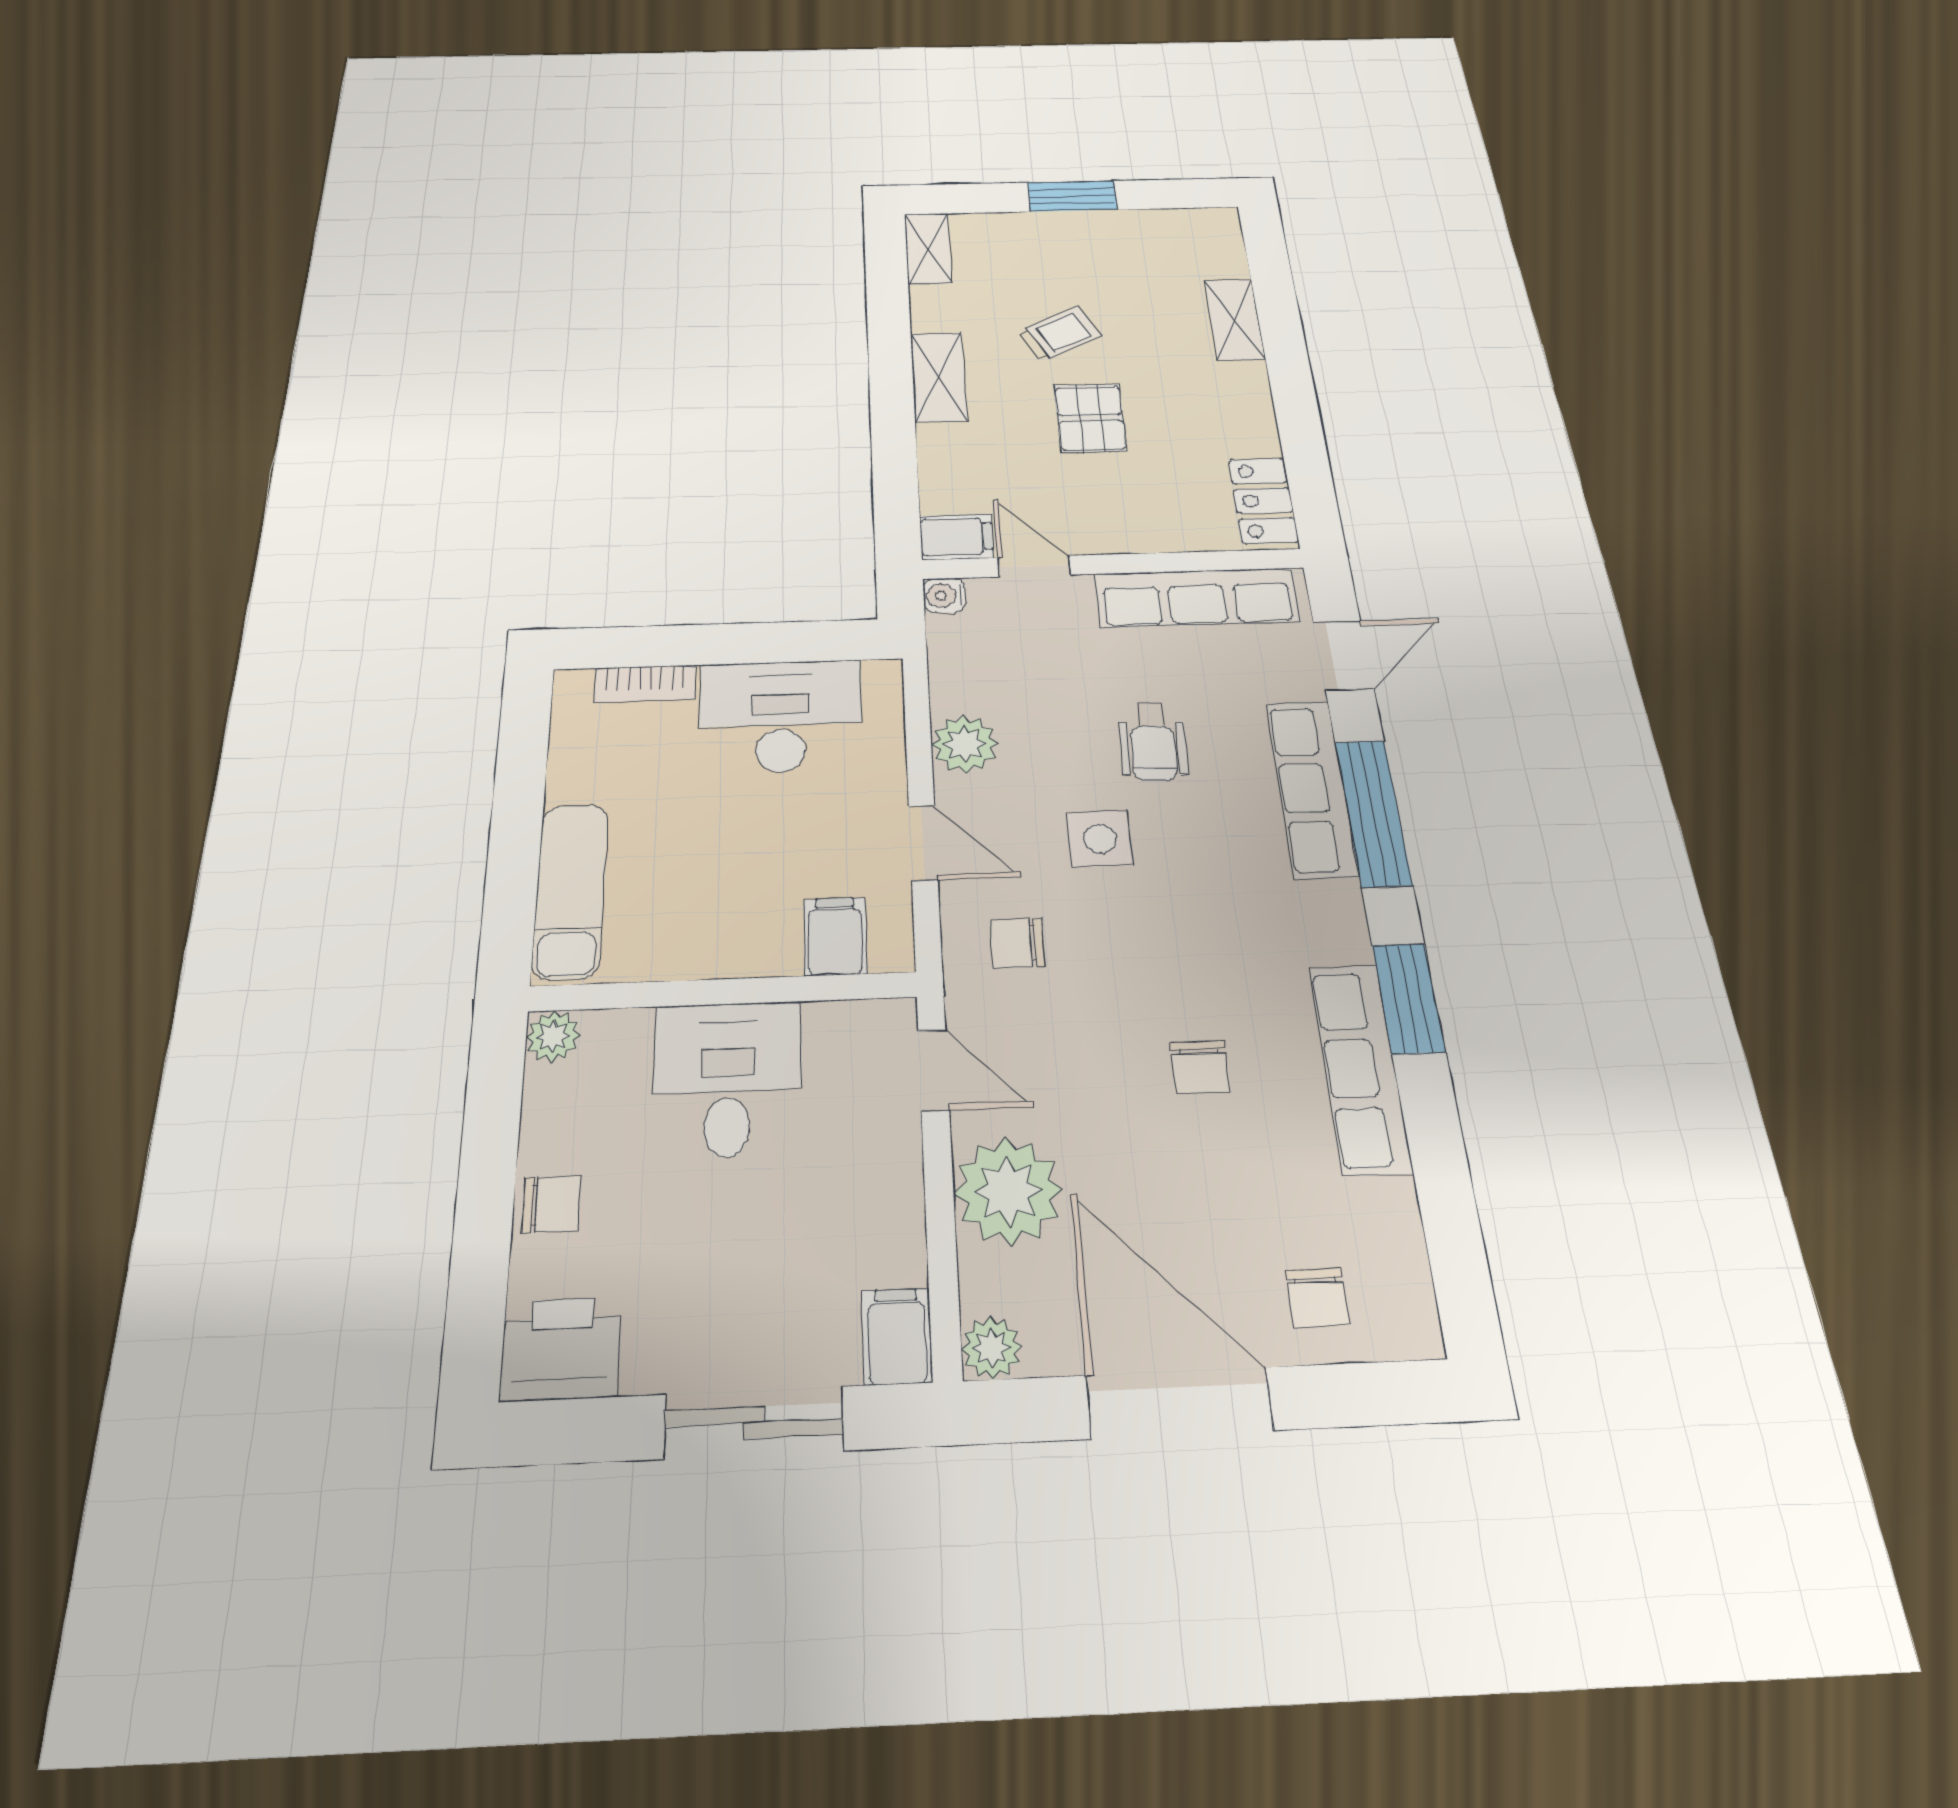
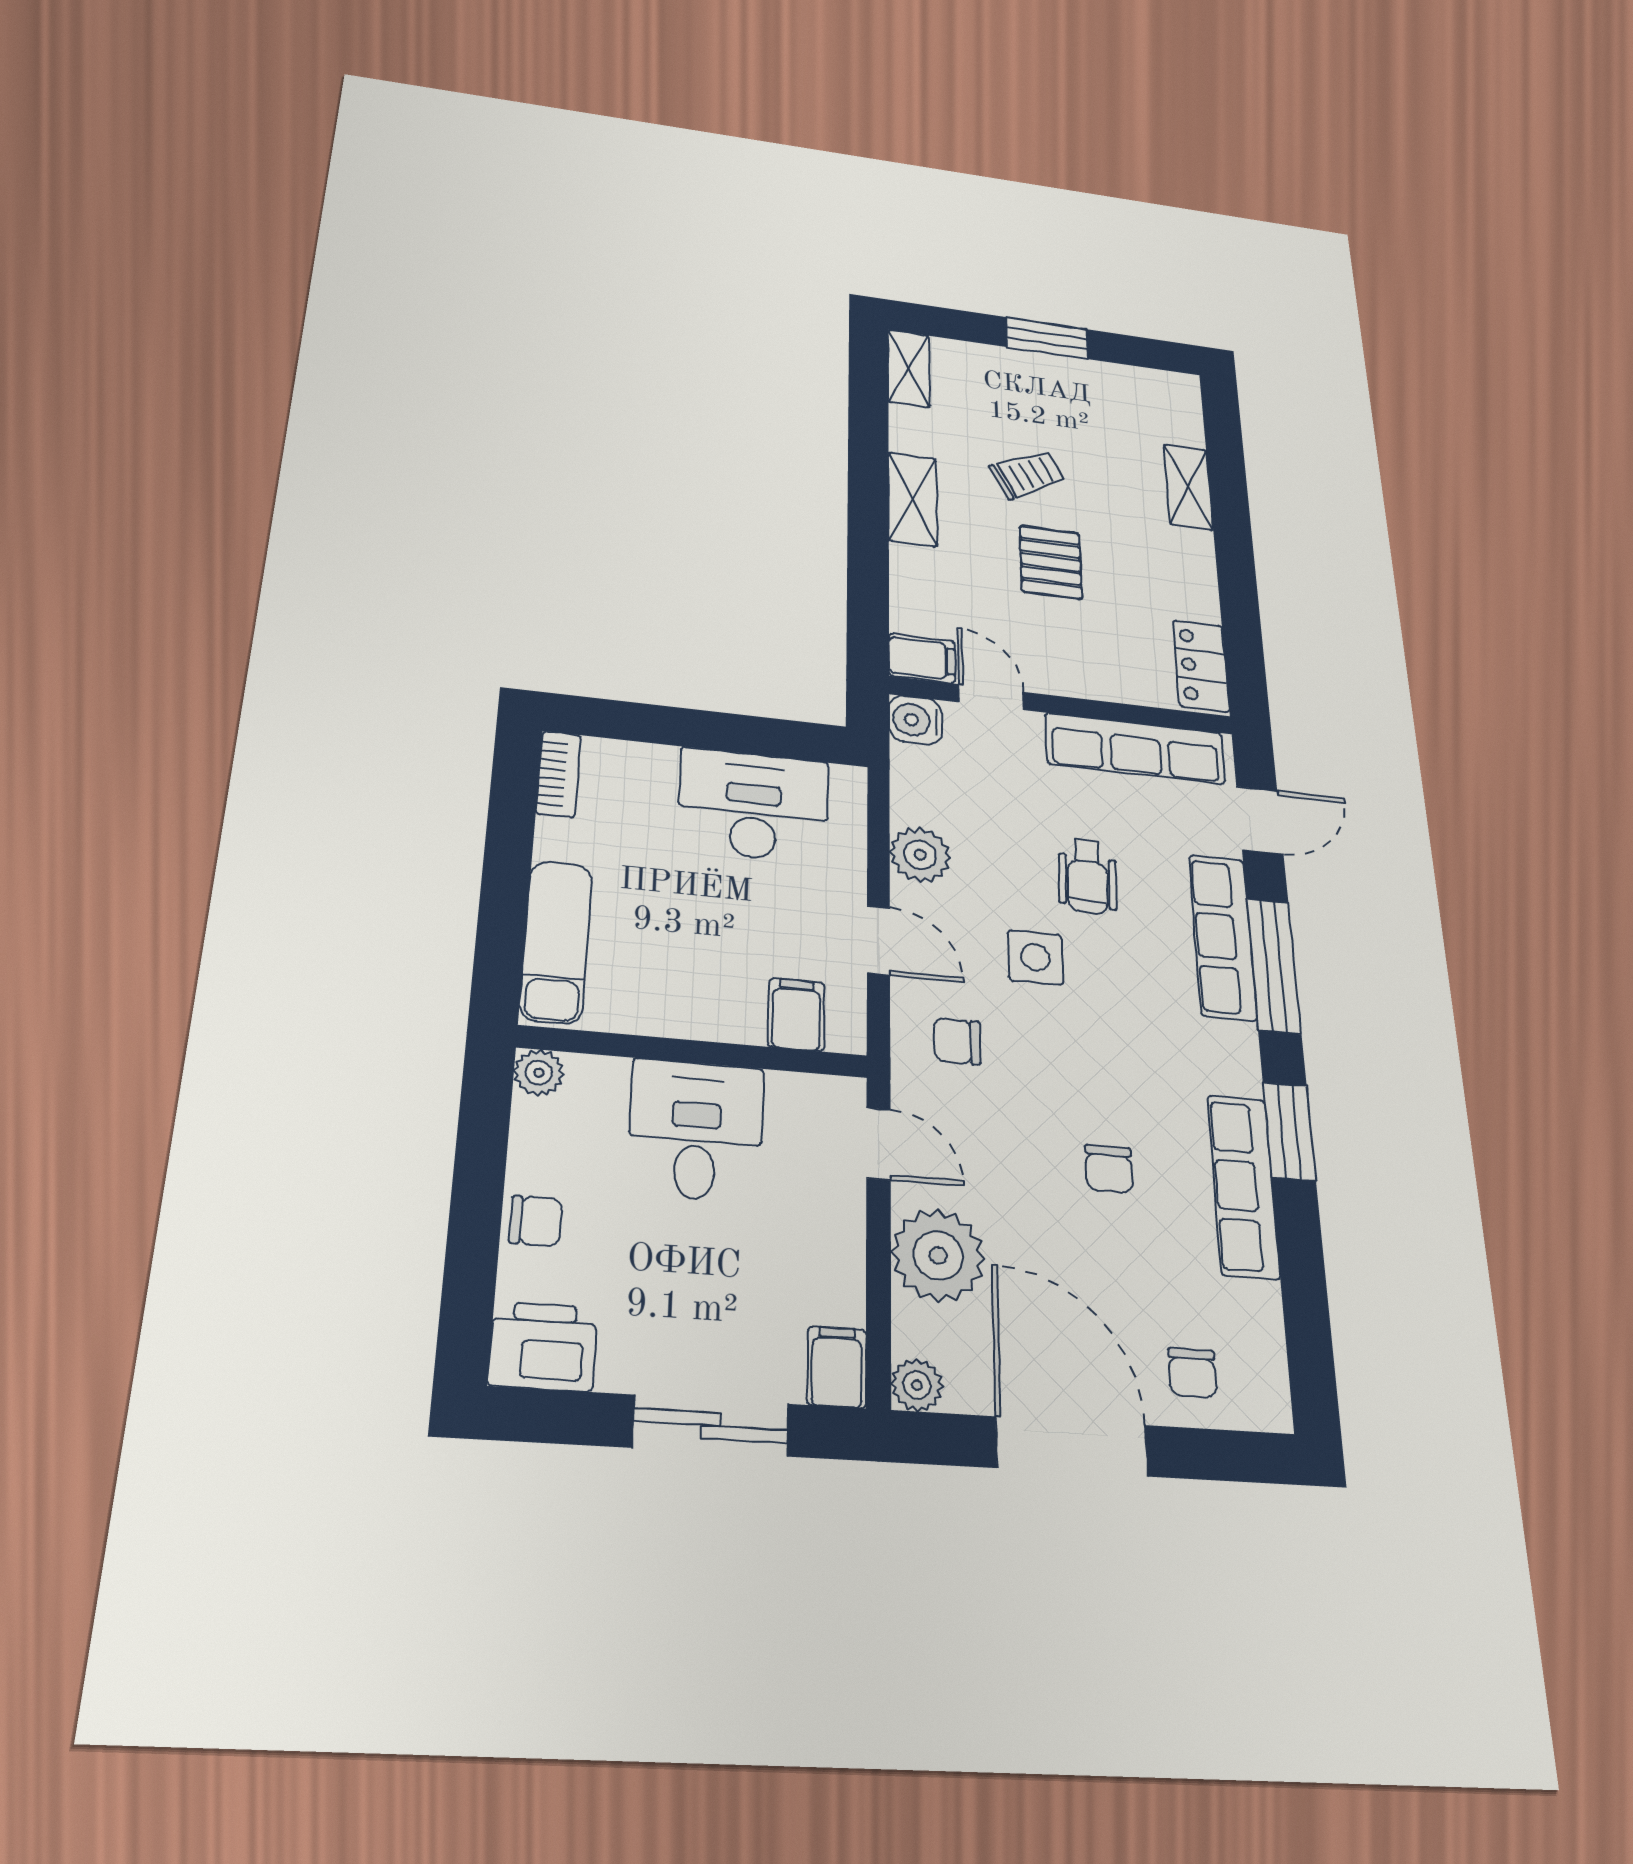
water cooler: (944, 596) -> (915, 720), width x1.38, depth x1.38
bookcase: (645, 684) -> (558, 774), moved, turned -90

